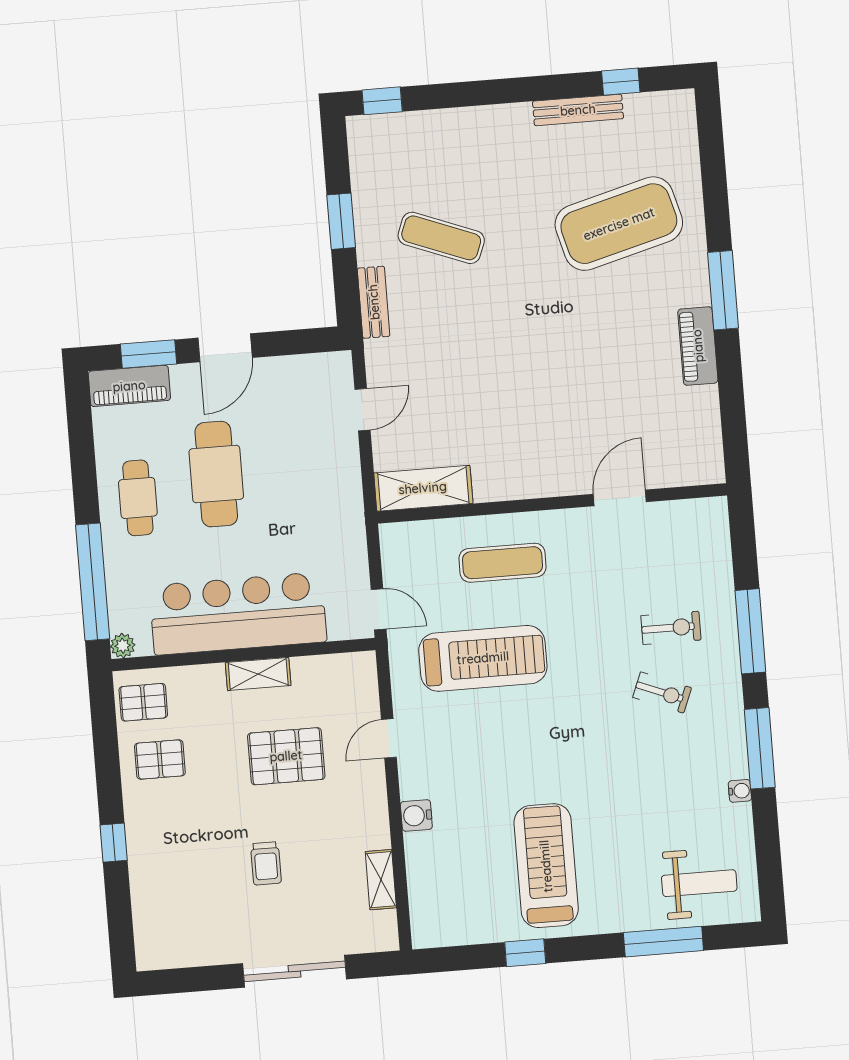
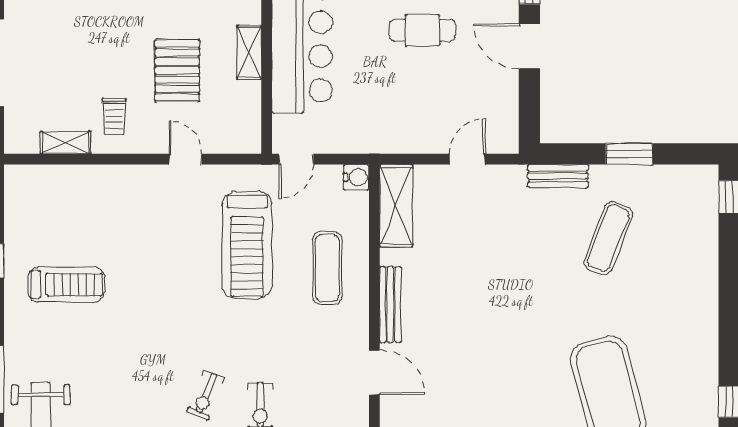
bench: (578, 110) -> (390, 305), moved
door: (362, 410) -> (467, 159), swing flipped
cafe table: (216, 474) -> (422, 30), width x0.73, depth x0.74
water cooler: (416, 815) -> (356, 177), moved, turned 90
trolley: (266, 863) -> (114, 116), moved, turned -90
treadmill: (546, 866) -> (66, 284), width x0.73, depth x0.73

